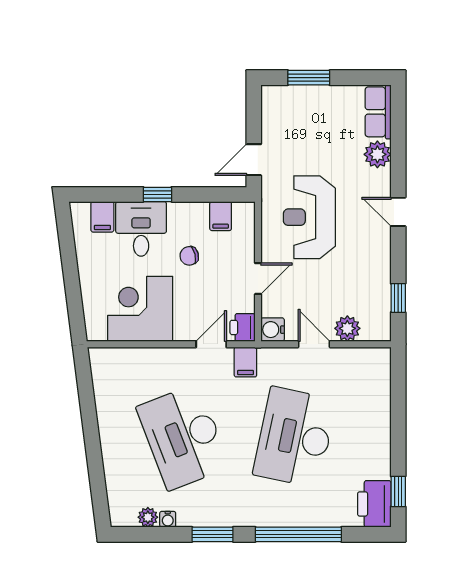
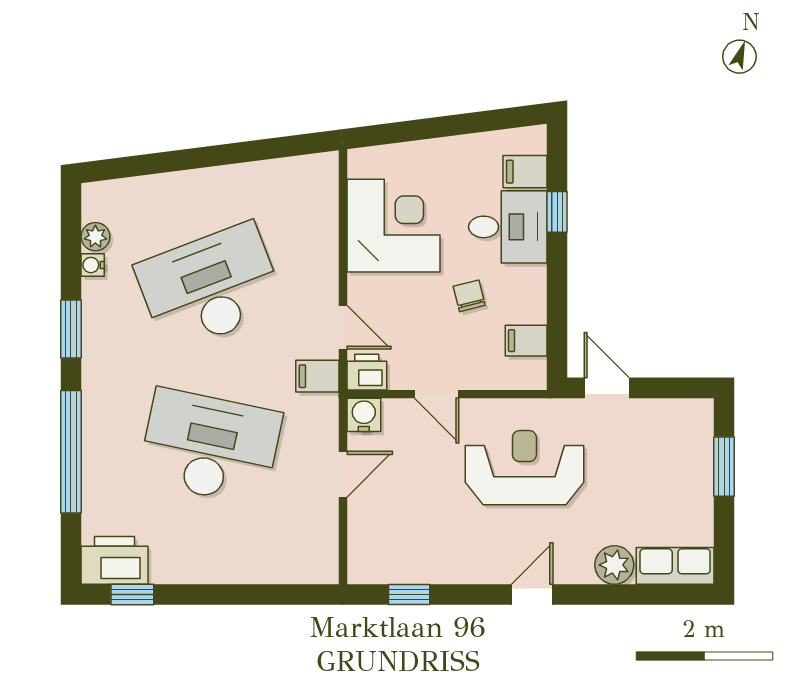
window: (157, 194) -> (557, 212), moved
plant: (347, 328) -> (365, 522), removed

